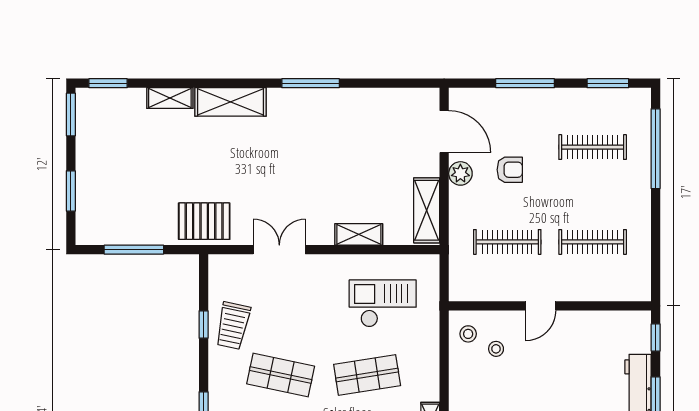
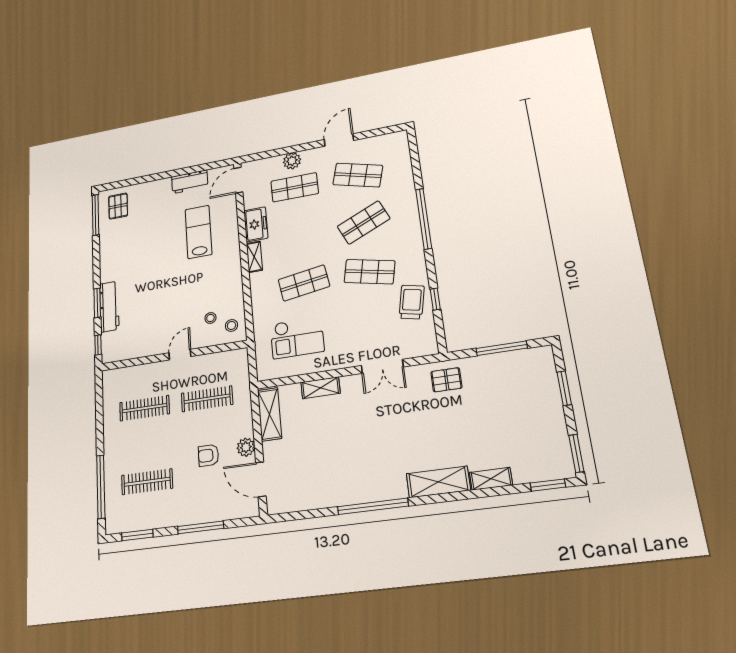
window: (311, 83) -> (373, 506), width x1.46
pallet: (204, 221) -> (446, 380), width x0.67, depth x0.71

